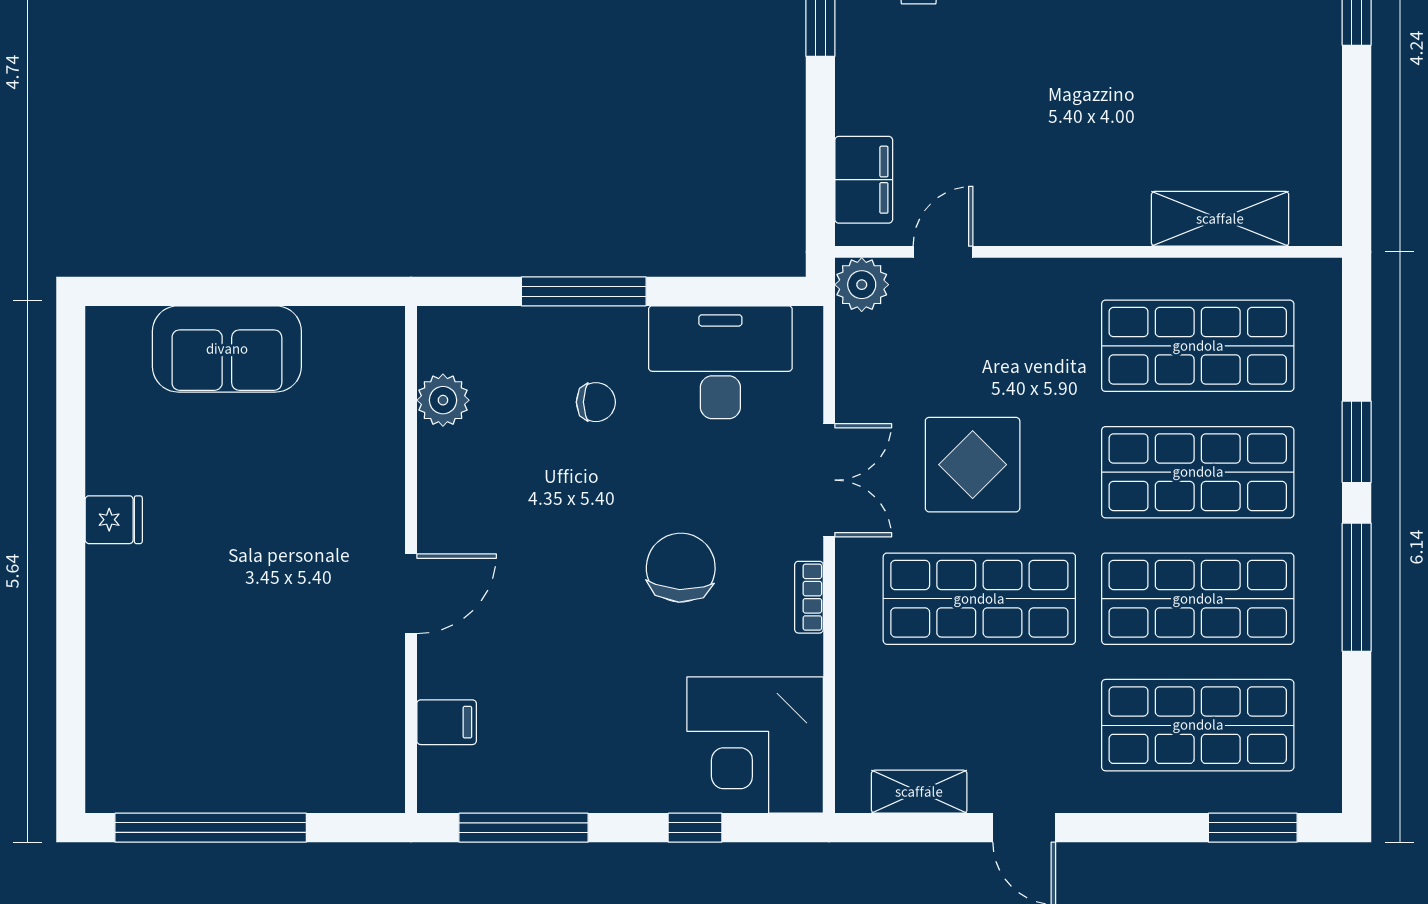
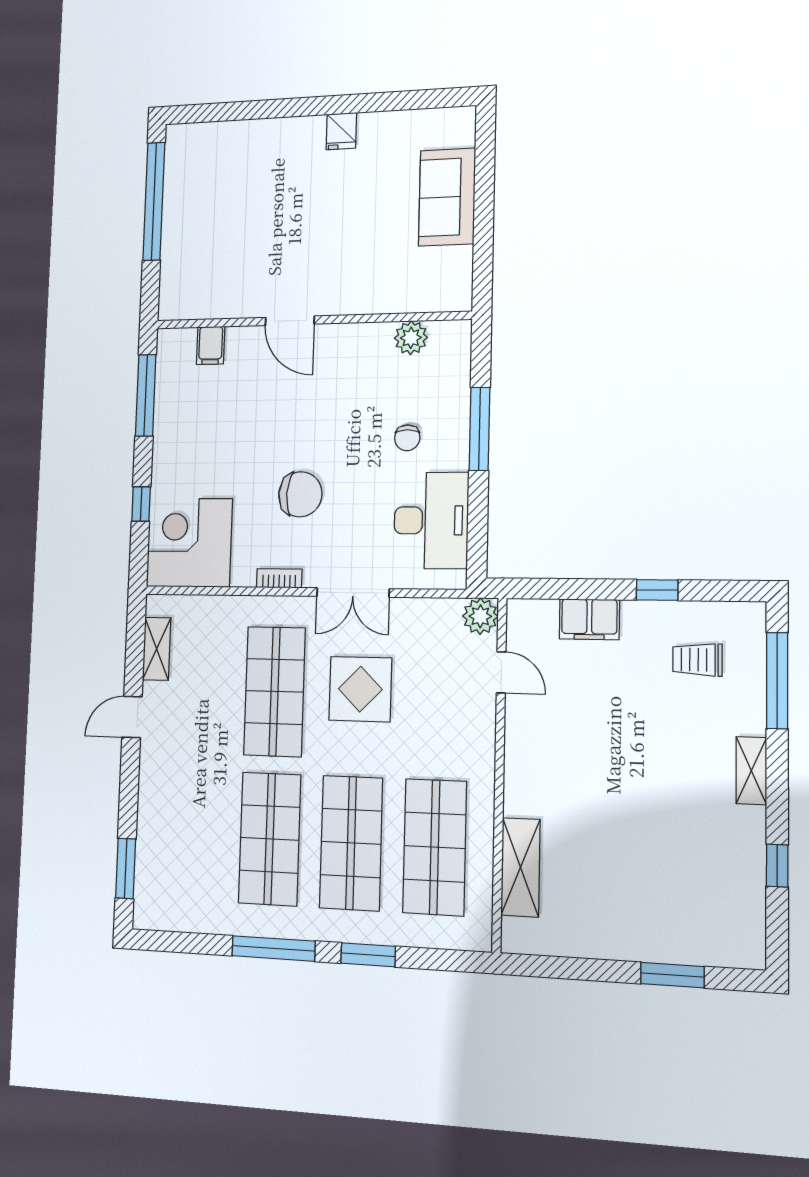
filing cabinet: (864, 180) -> (589, 619), moved
shop shelf: (1198, 725) -> (190, 835), removed

